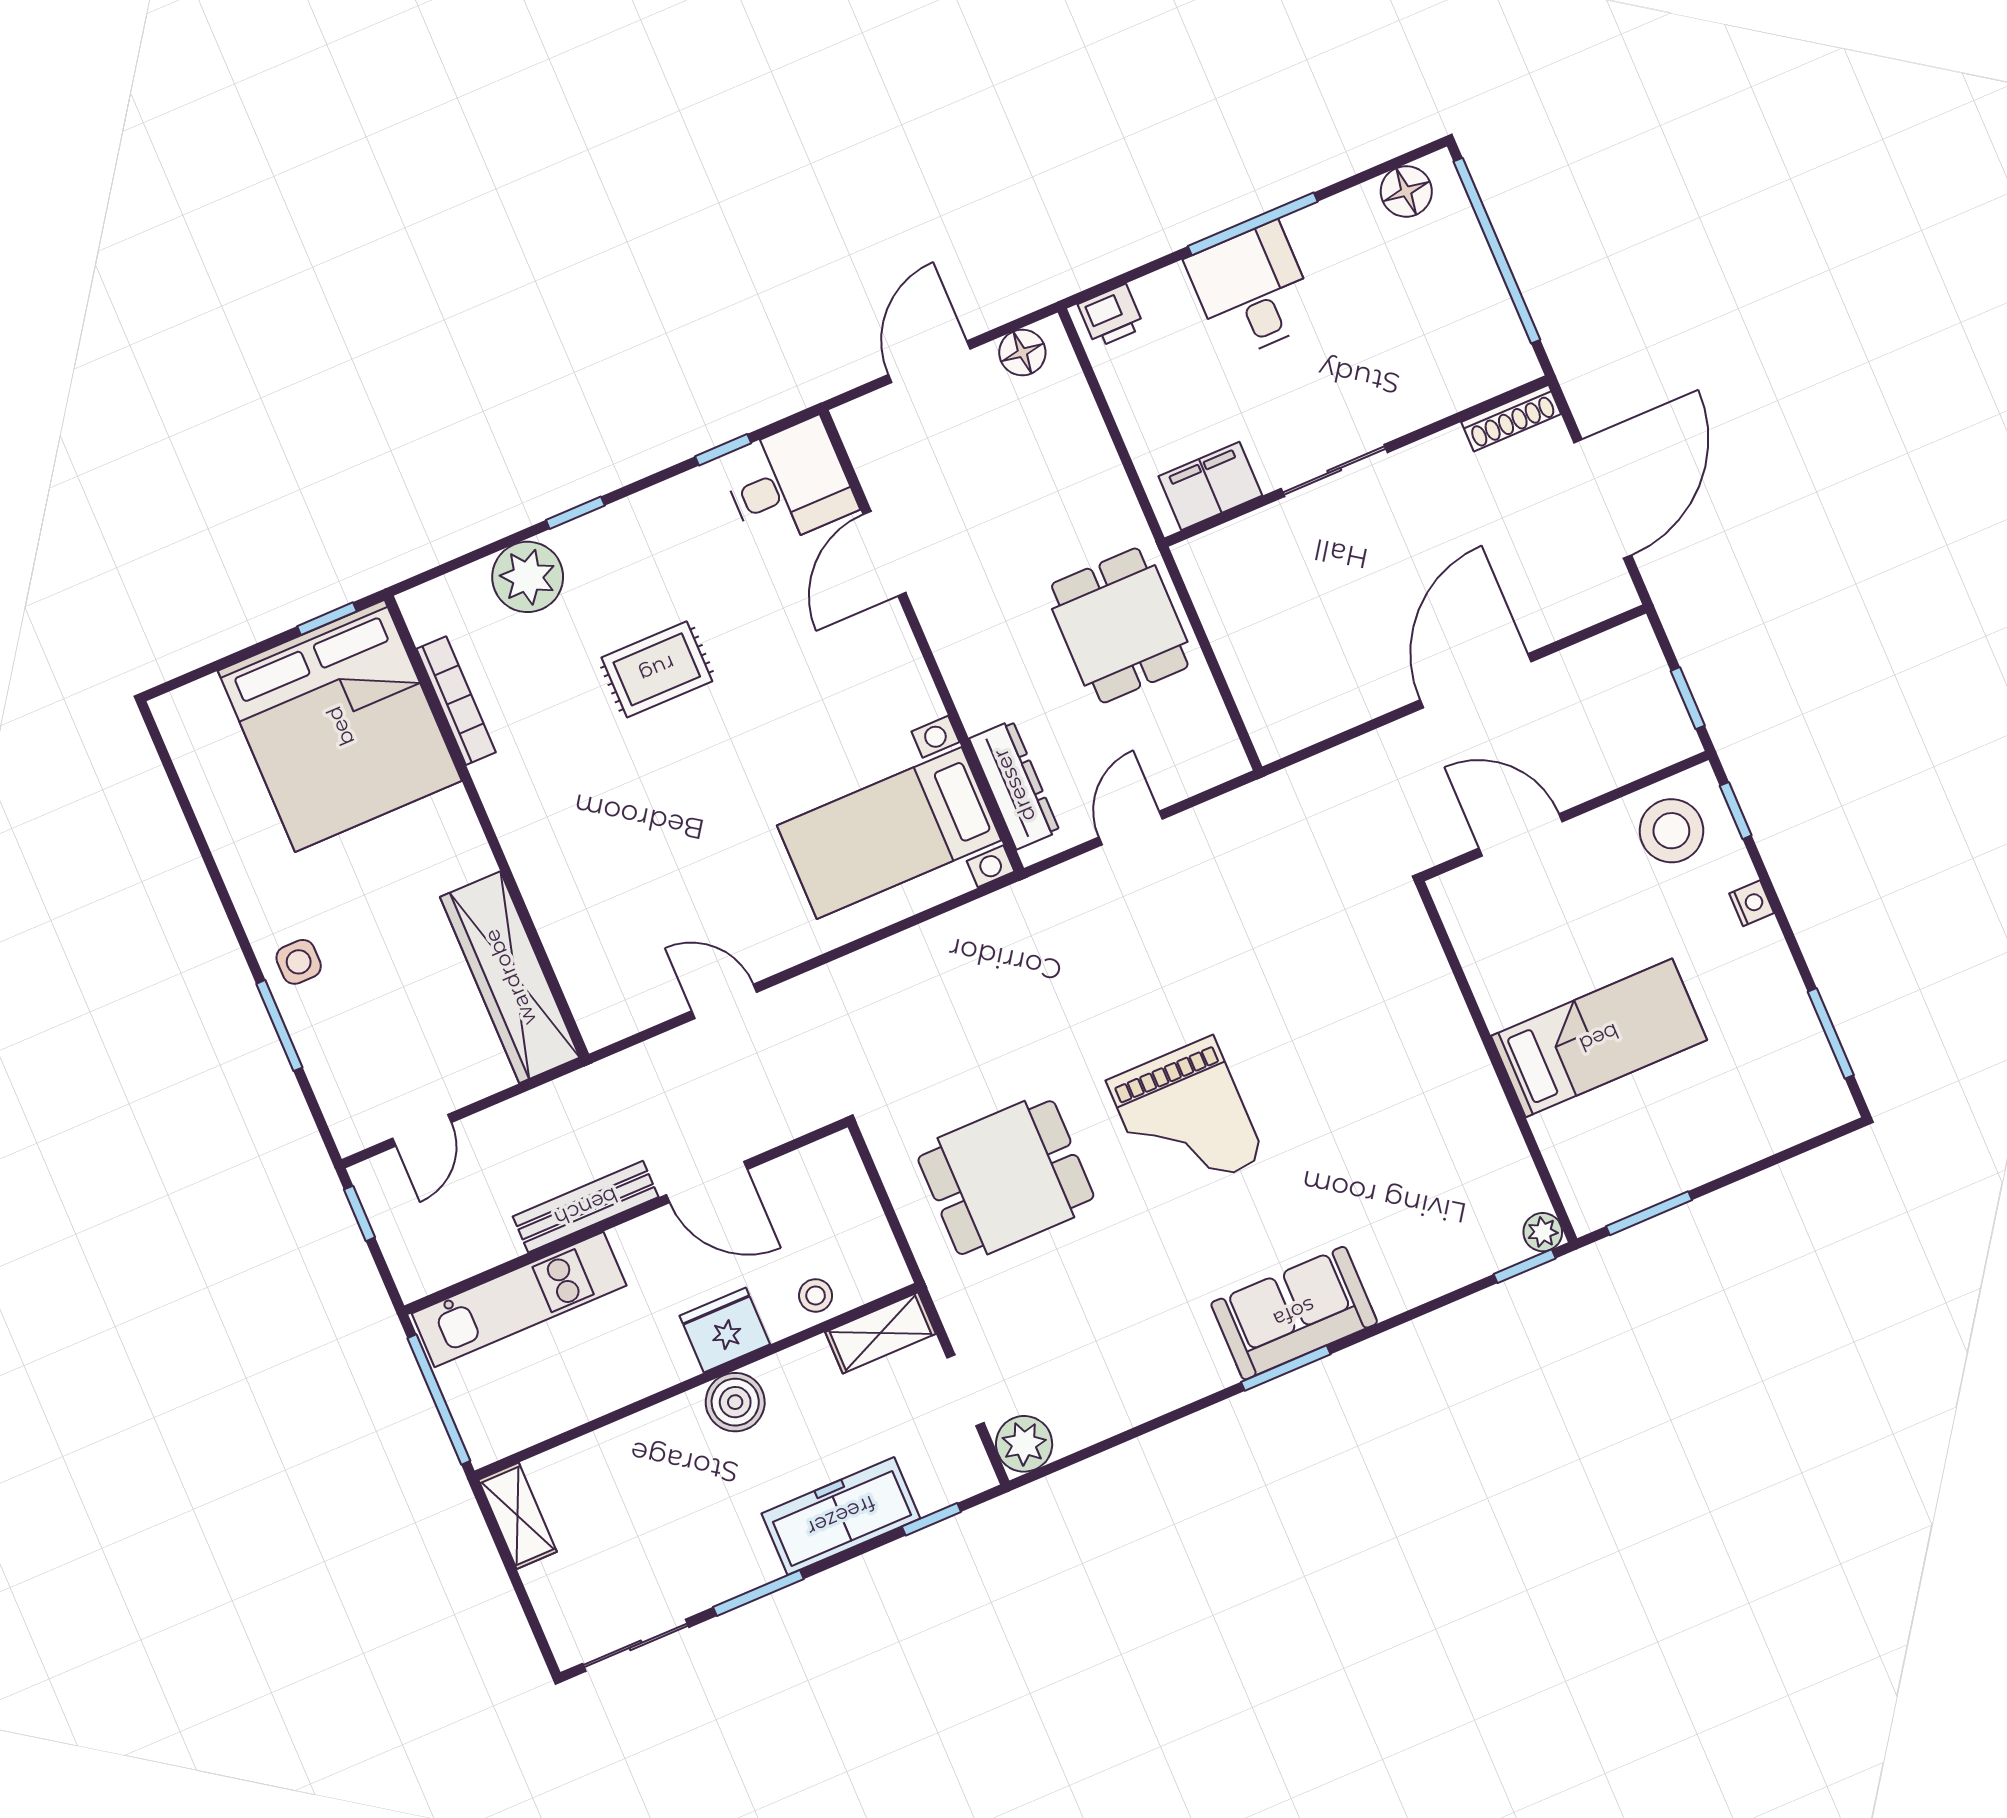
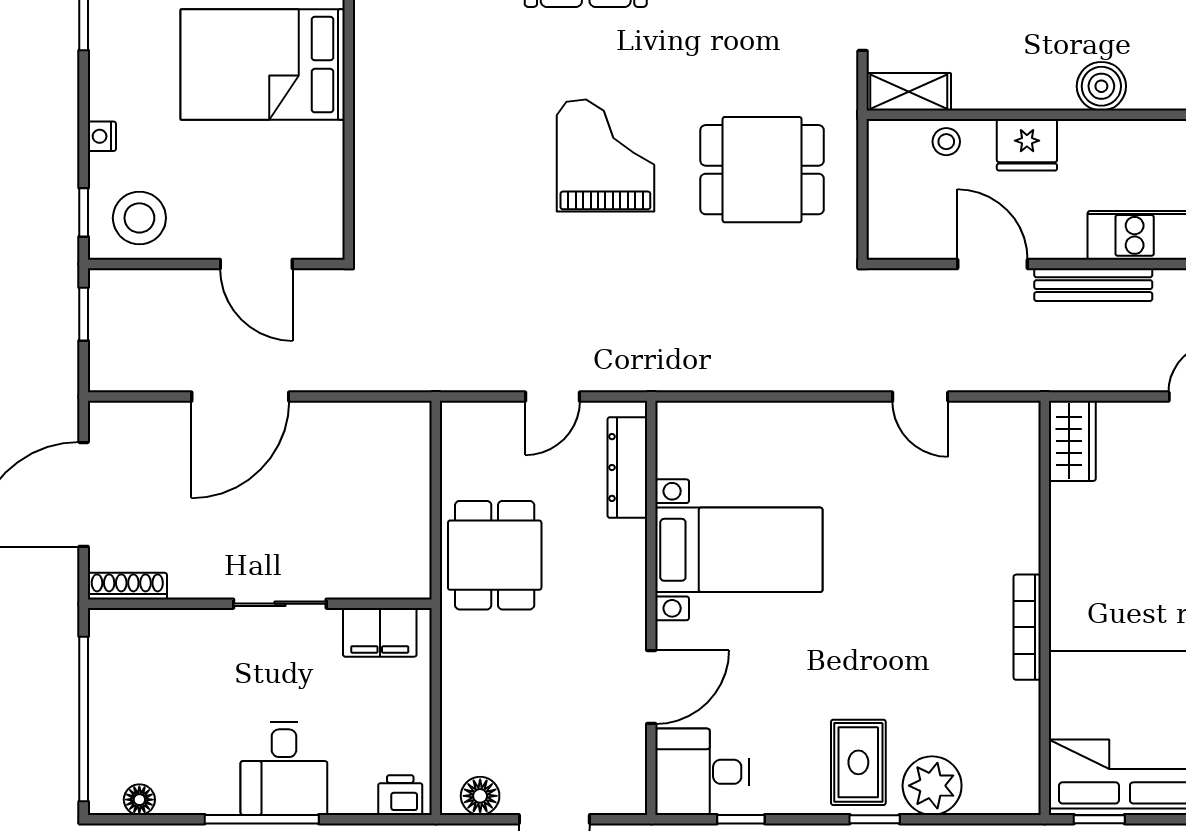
floor lamp: (1406, 191) -> (139, 800), width x0.73, depth x0.73
rug: (657, 669) -> (858, 762), moved, turned 90
bookcase: (456, 701) -> (1027, 627), moved
bed with nightstands: (889, 833) -> (739, 550), moved
wardrobe: (510, 977) -> (1072, 441), width x0.48, depth x0.85
bed: (1599, 1038) -> (263, 65), width x1.50
boiler: (735, 1402) -> (1101, 86), moved

